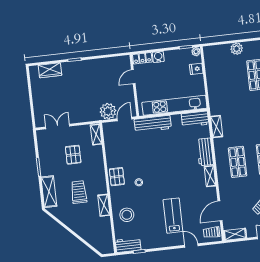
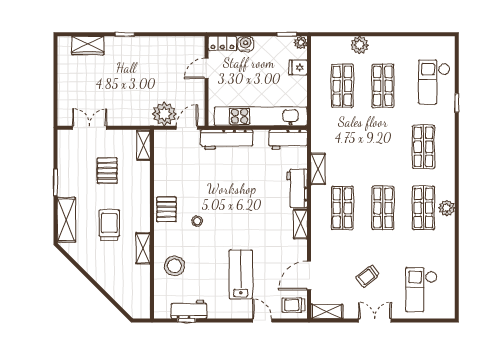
shop shelf: (228, 78) -> (342, 86), added
shelving: (217, 127) -> (318, 169), moved
workbench: (128, 245) -> (189, 310), moved

